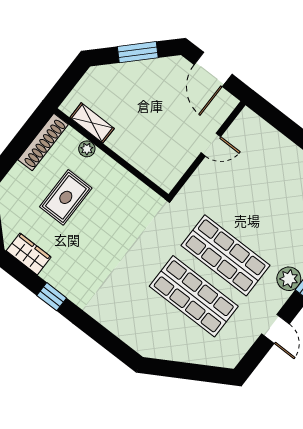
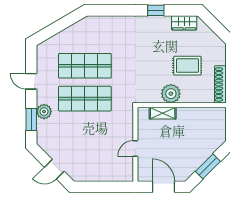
shelving: (92, 123) -> (163, 113), moved
plant: (87, 149) -> (171, 94), moved, width x1.88, depth x1.88
rug: (66, 197) -> (187, 66), turned 90

